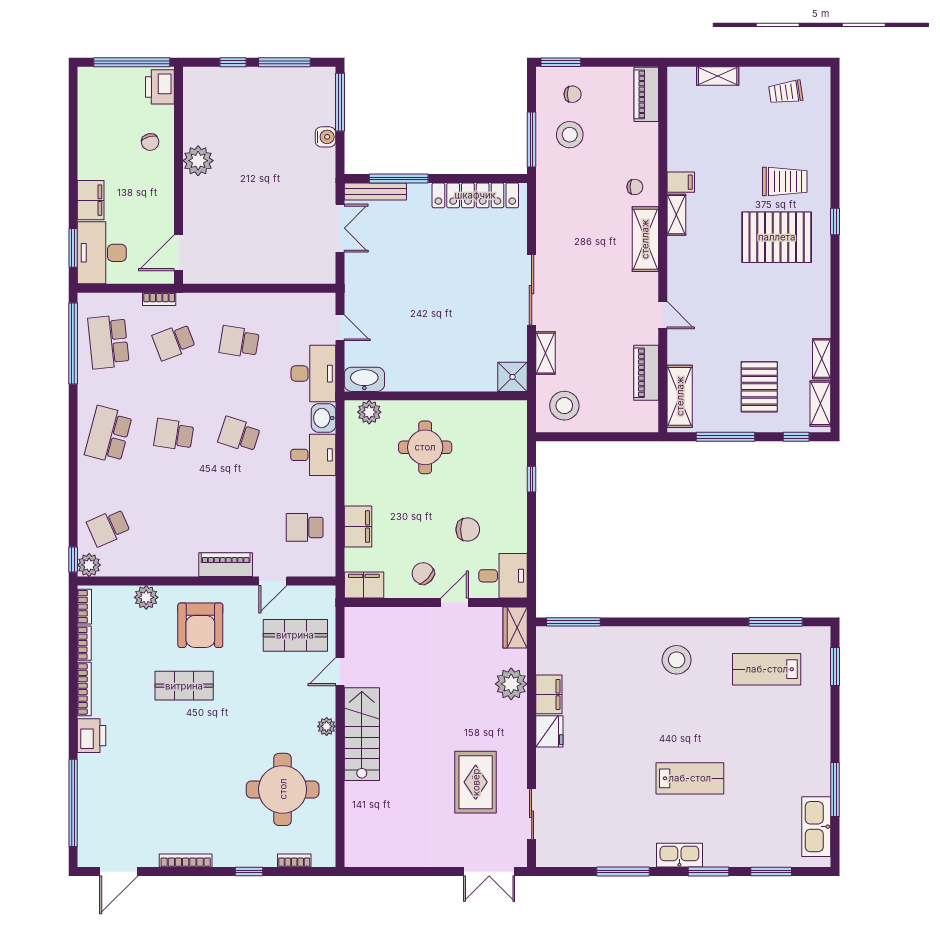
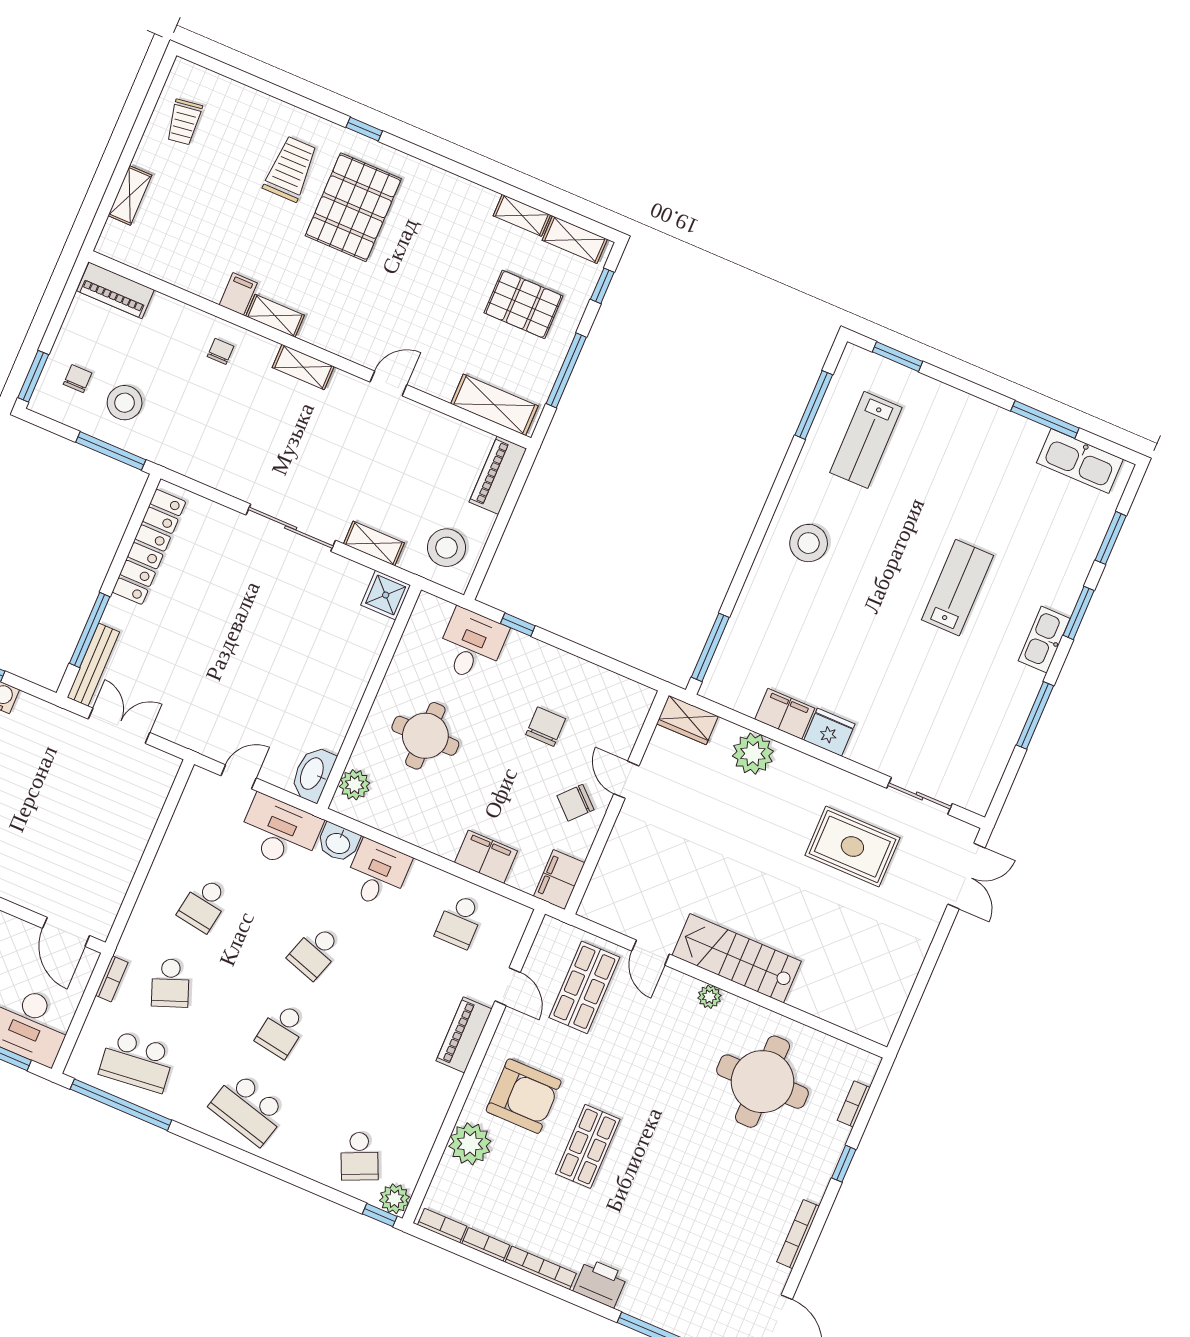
shelving: (645, 239) -> (303, 367), width x0.67, depth x0.75
piano: (646, 373) -> (498, 475), moved, turned 90
desk: (503, 576) -> (471, 645), moved
plant: (146, 597) -> (470, 1144), width x1.36, depth x1.36

